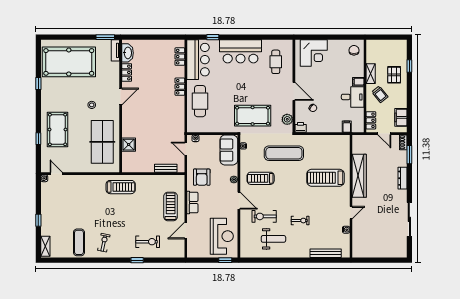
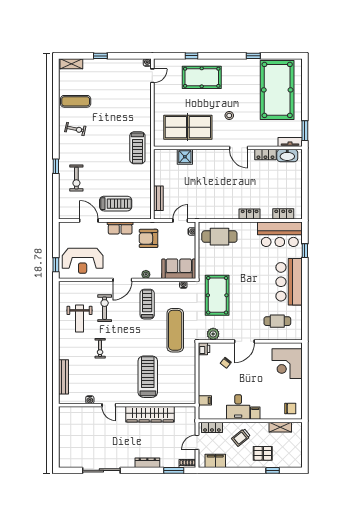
shelving: (371, 74) -> (280, 427), moved
cafe table: (200, 101) -> (219, 237), moved

